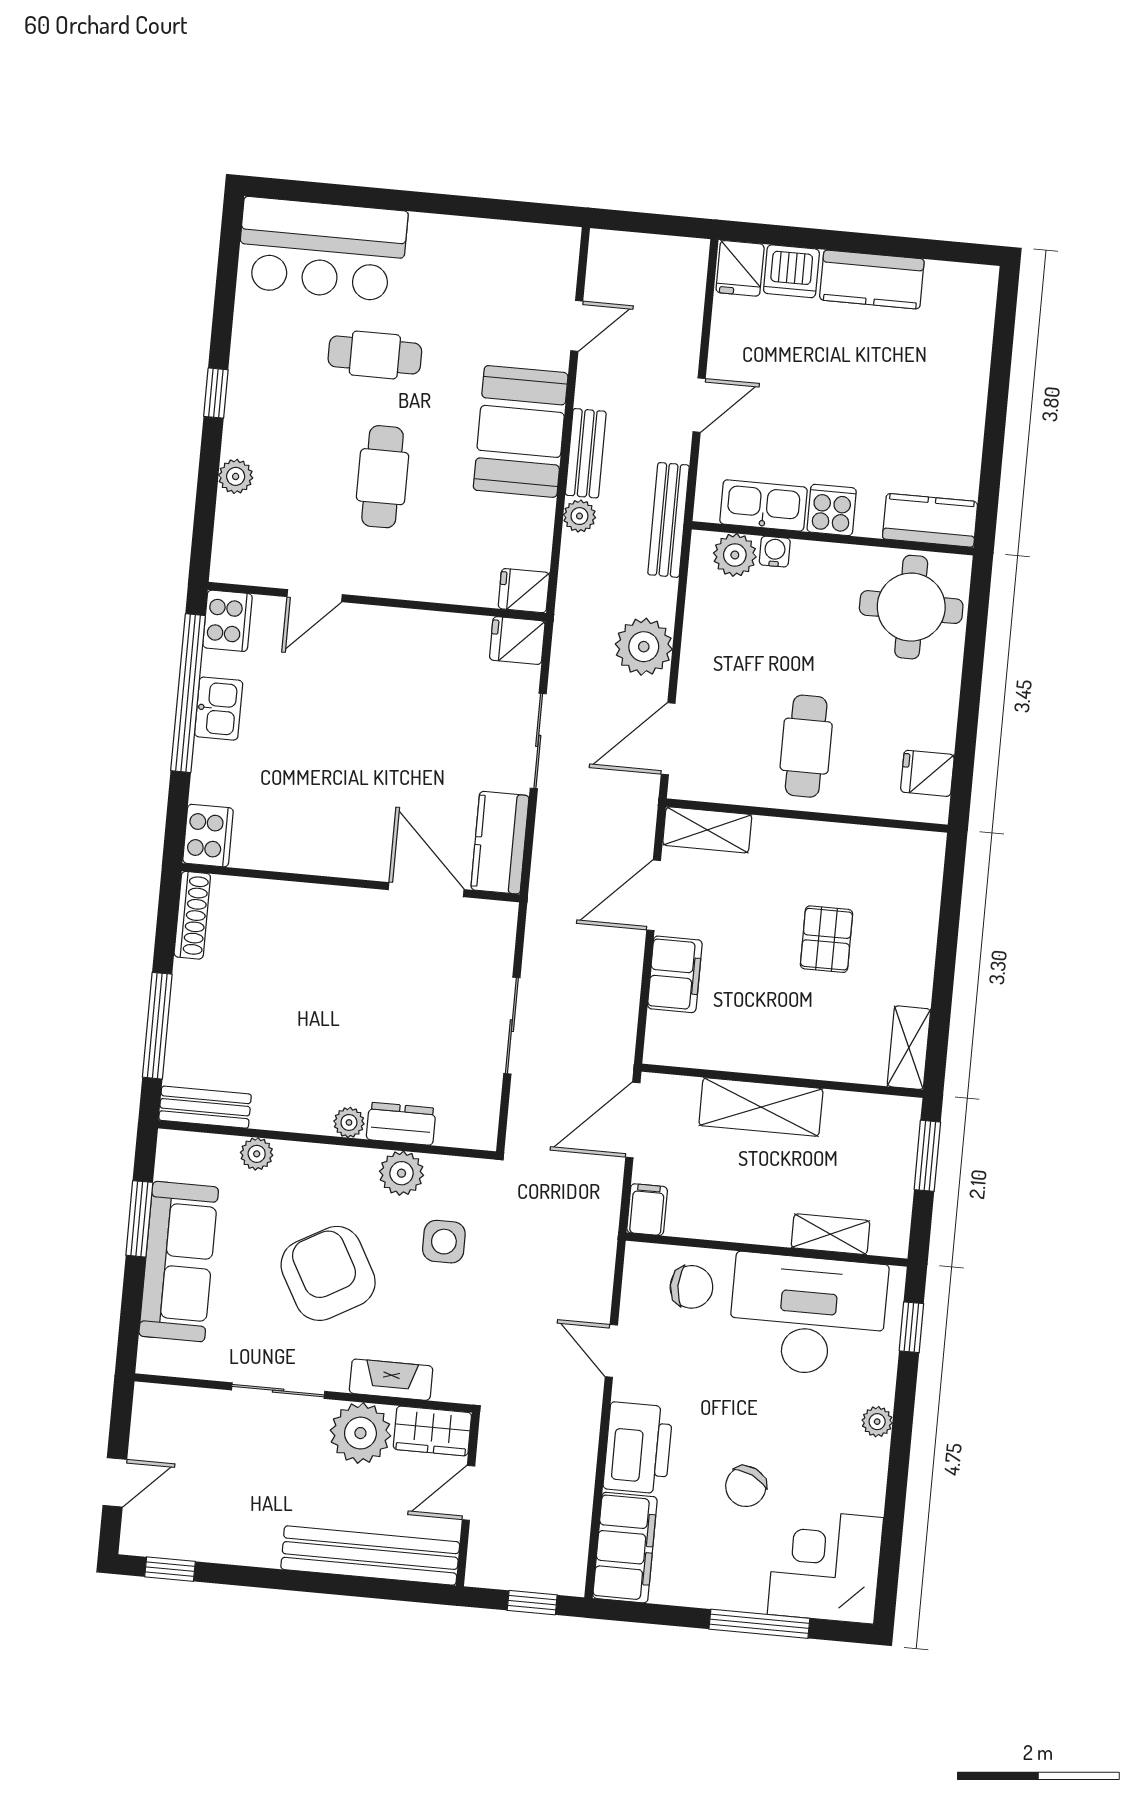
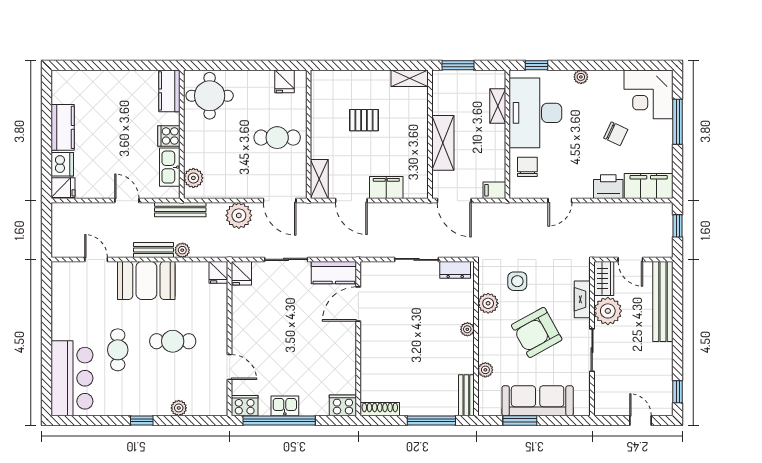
water cooler: (775, 552) -> (190, 160), removed
dresser: (401, 1124) -> (455, 270), moved, turned -90
printer: (638, 1448) -> (608, 187), width x0.73, depth x0.84

